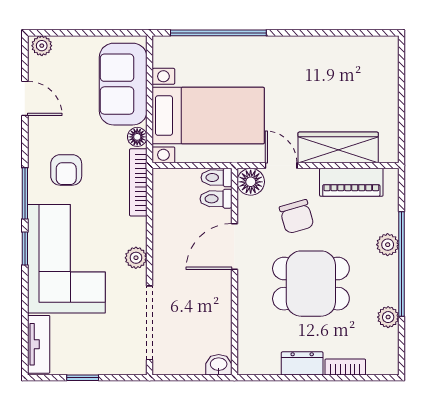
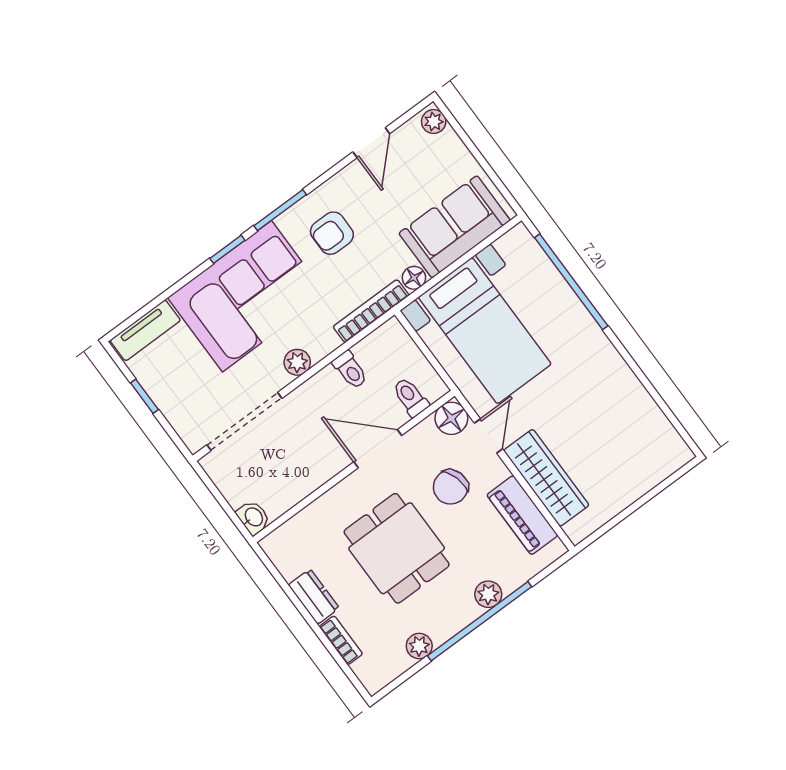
toilet: (216, 178) -> (350, 370), moved, turned 180

